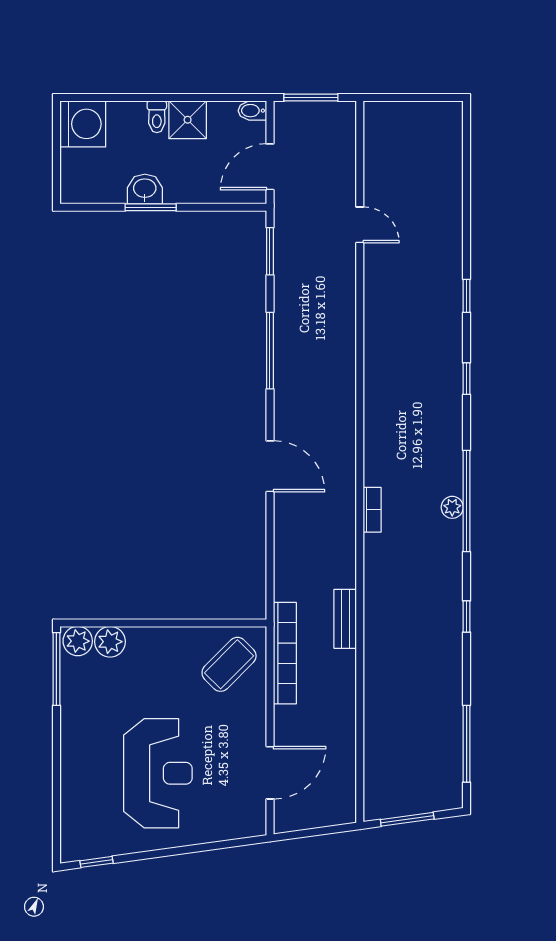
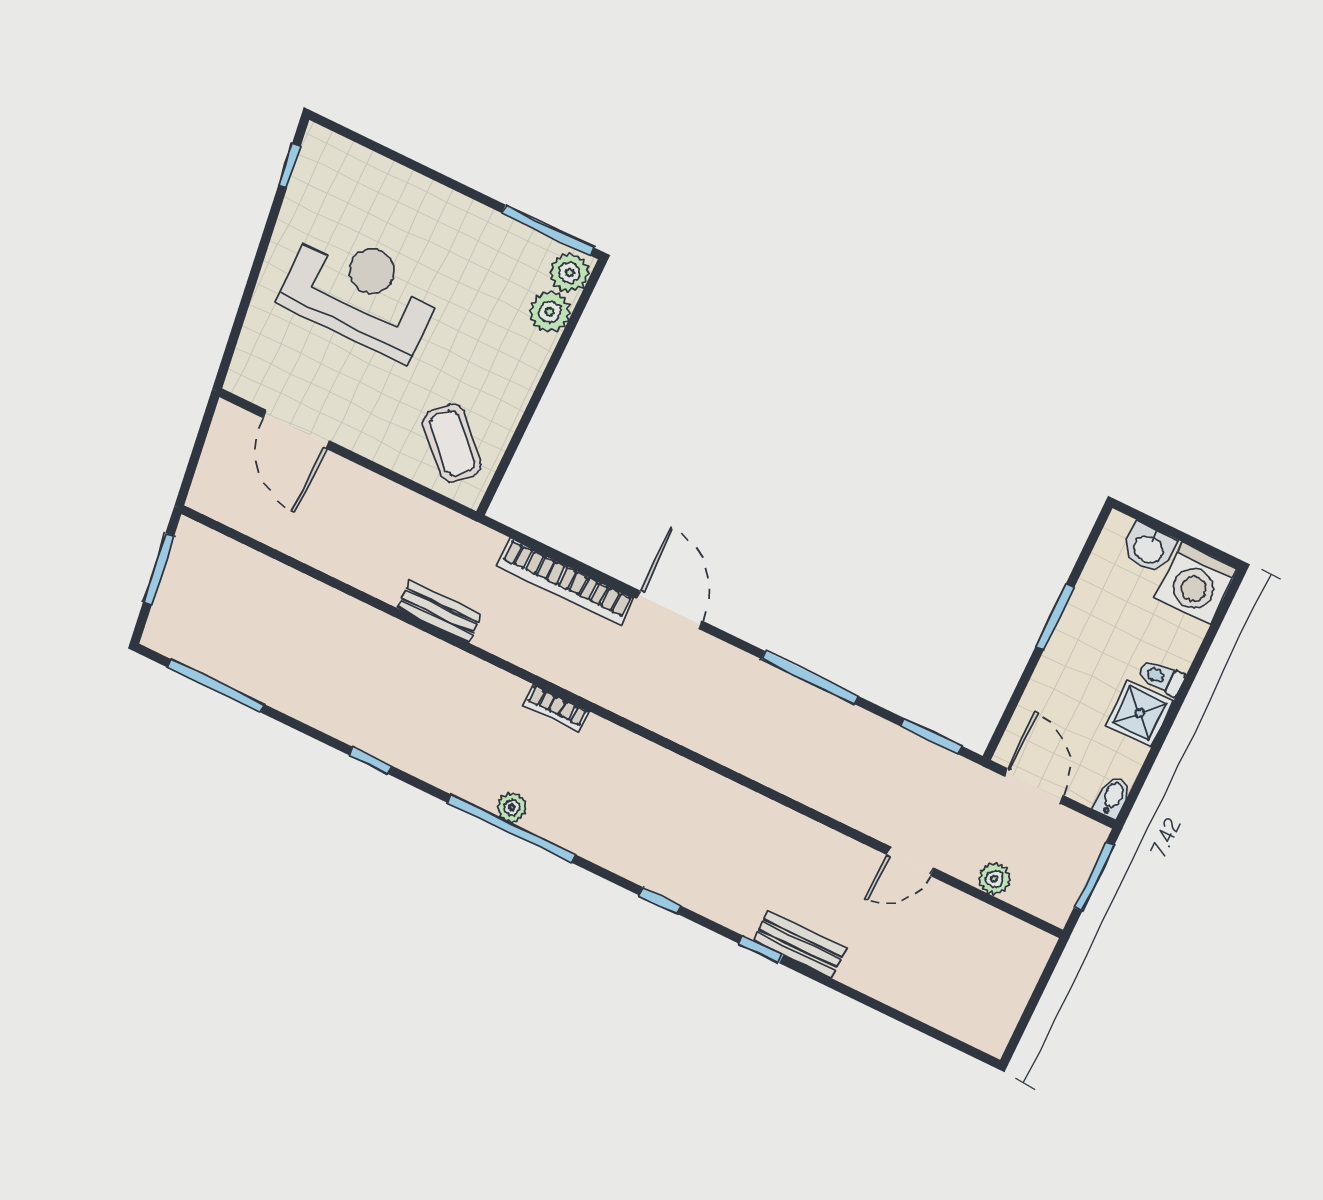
plant: (345, 163) -> (994, 879), added
washbasin: (145, 189) -> (1149, 548), moved, turned 90
bench: (451, 272) -> (800, 945), added
door: (270, 466) -> (669, 610), swing flipped
bookcase: (285, 653) -> (565, 582), moved
reception desk: (158, 773) -> (361, 293), turned 180

